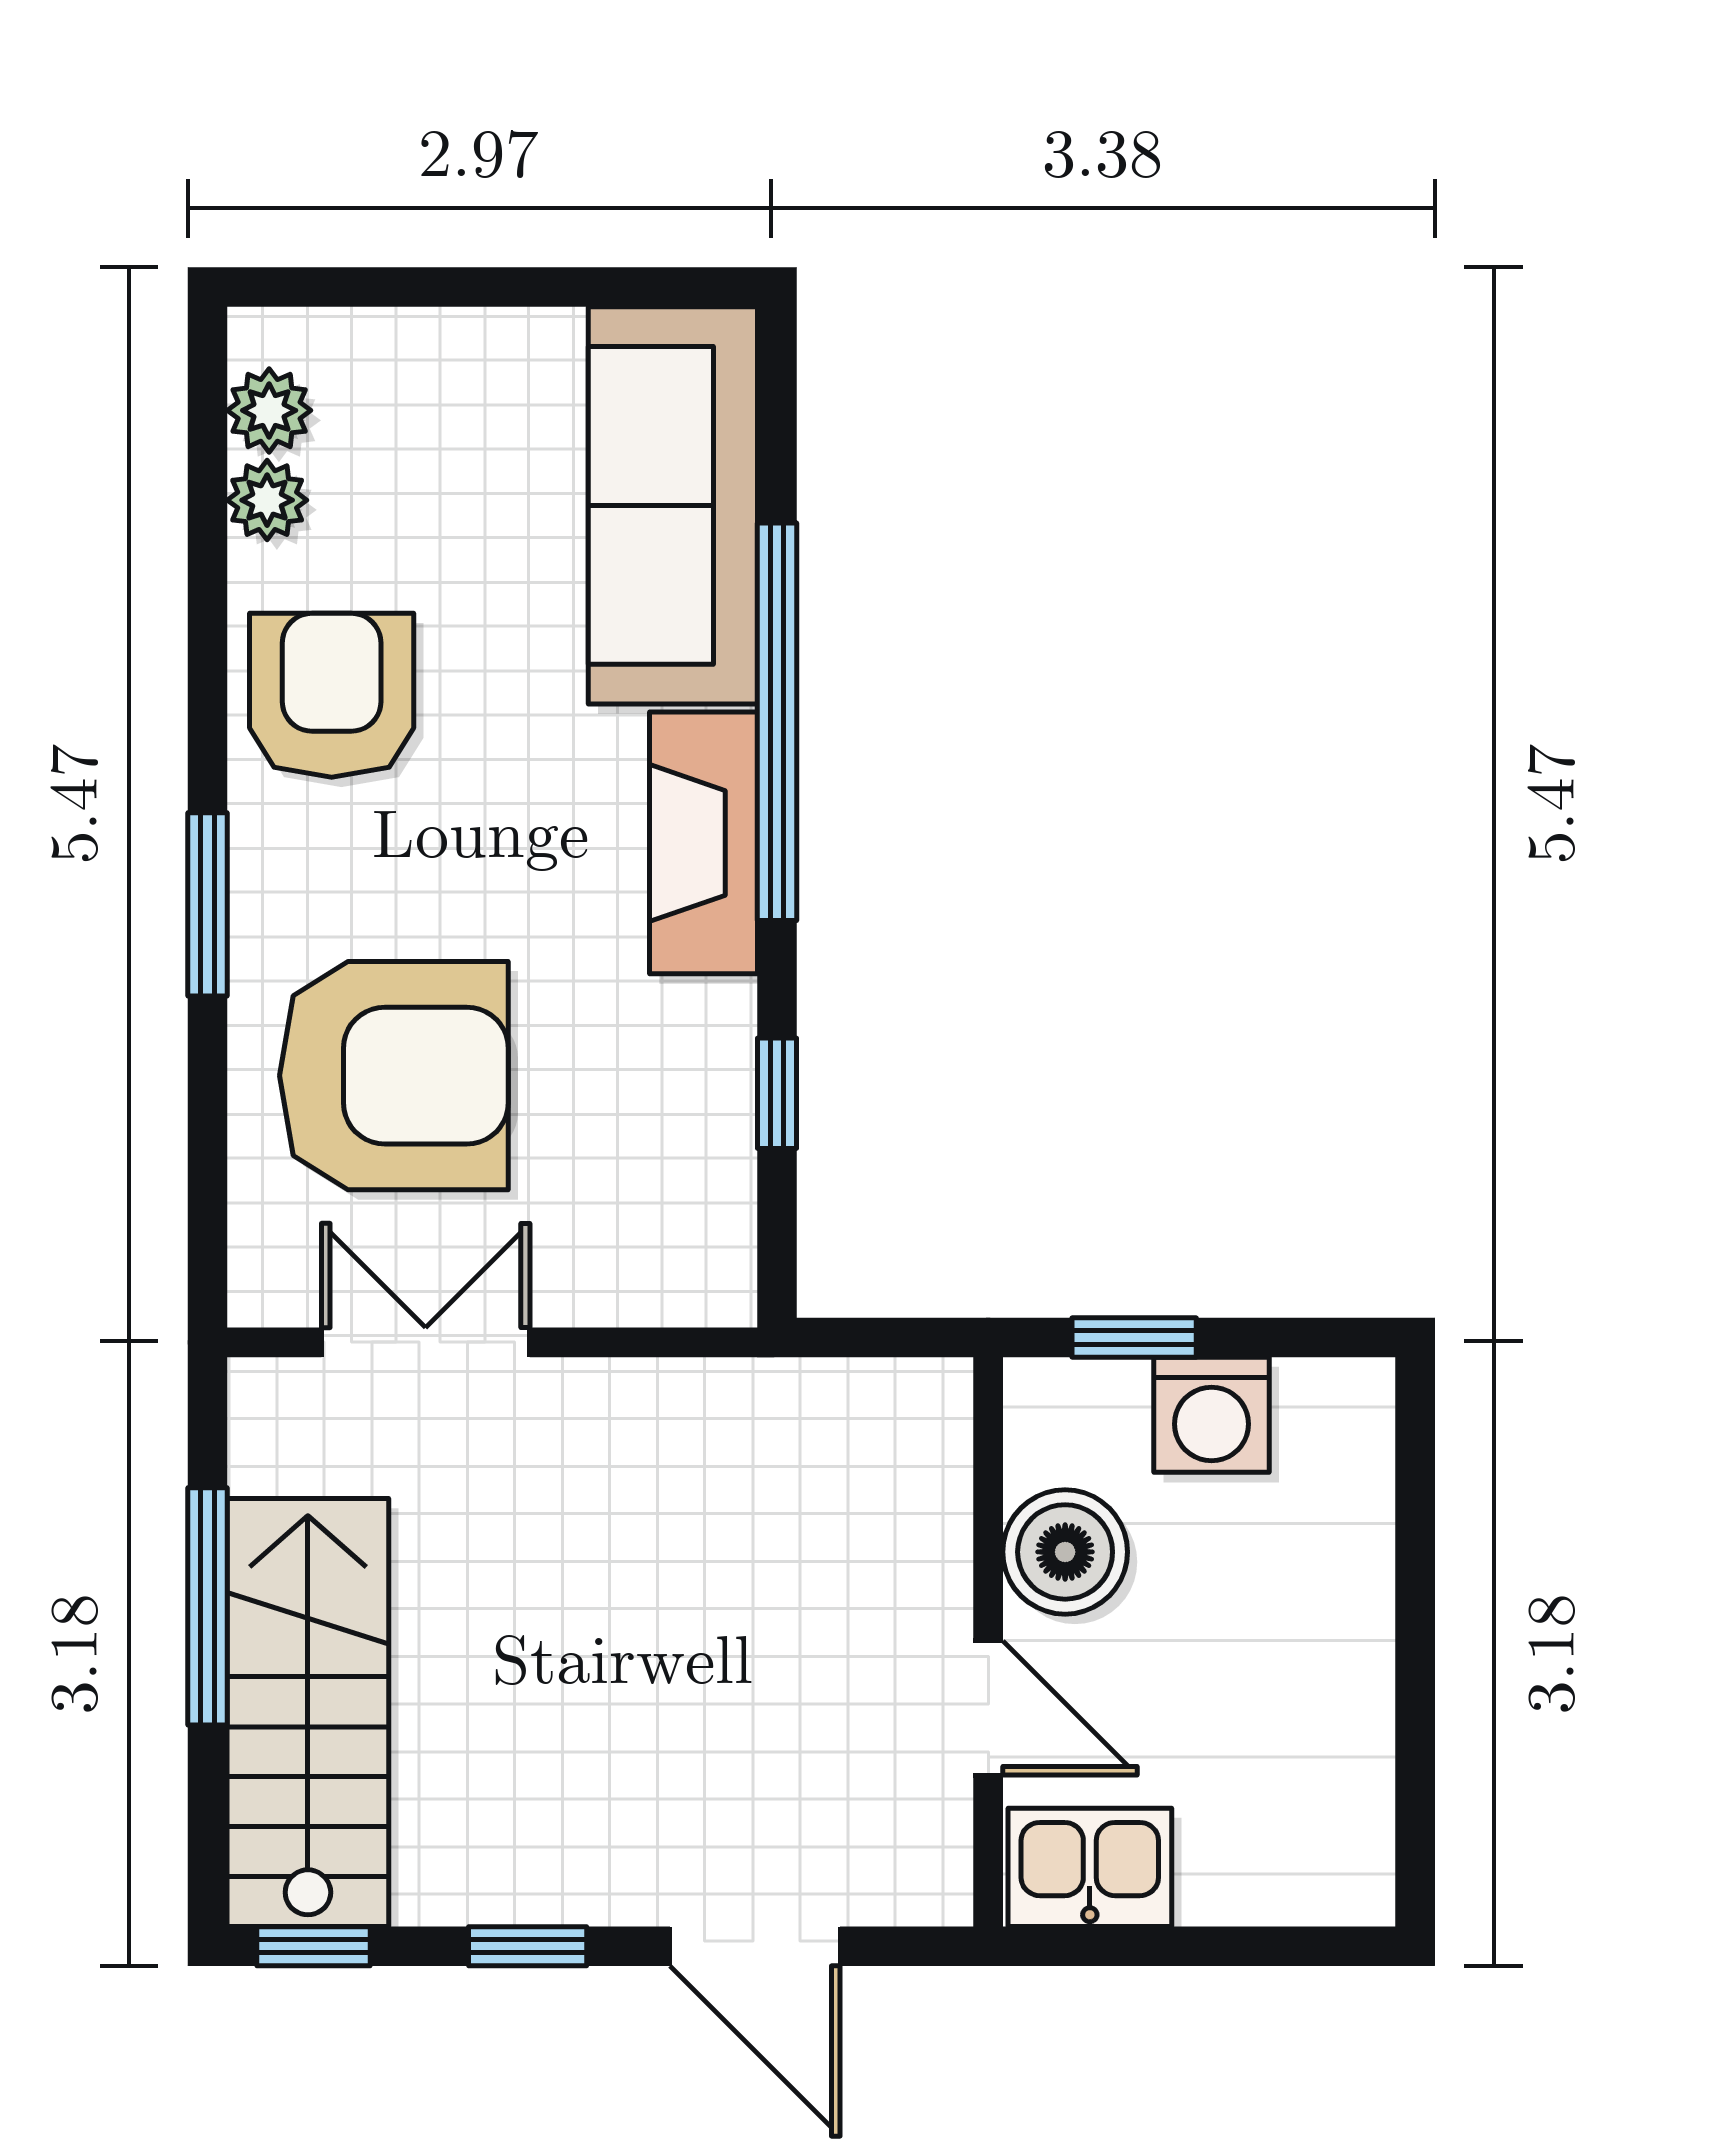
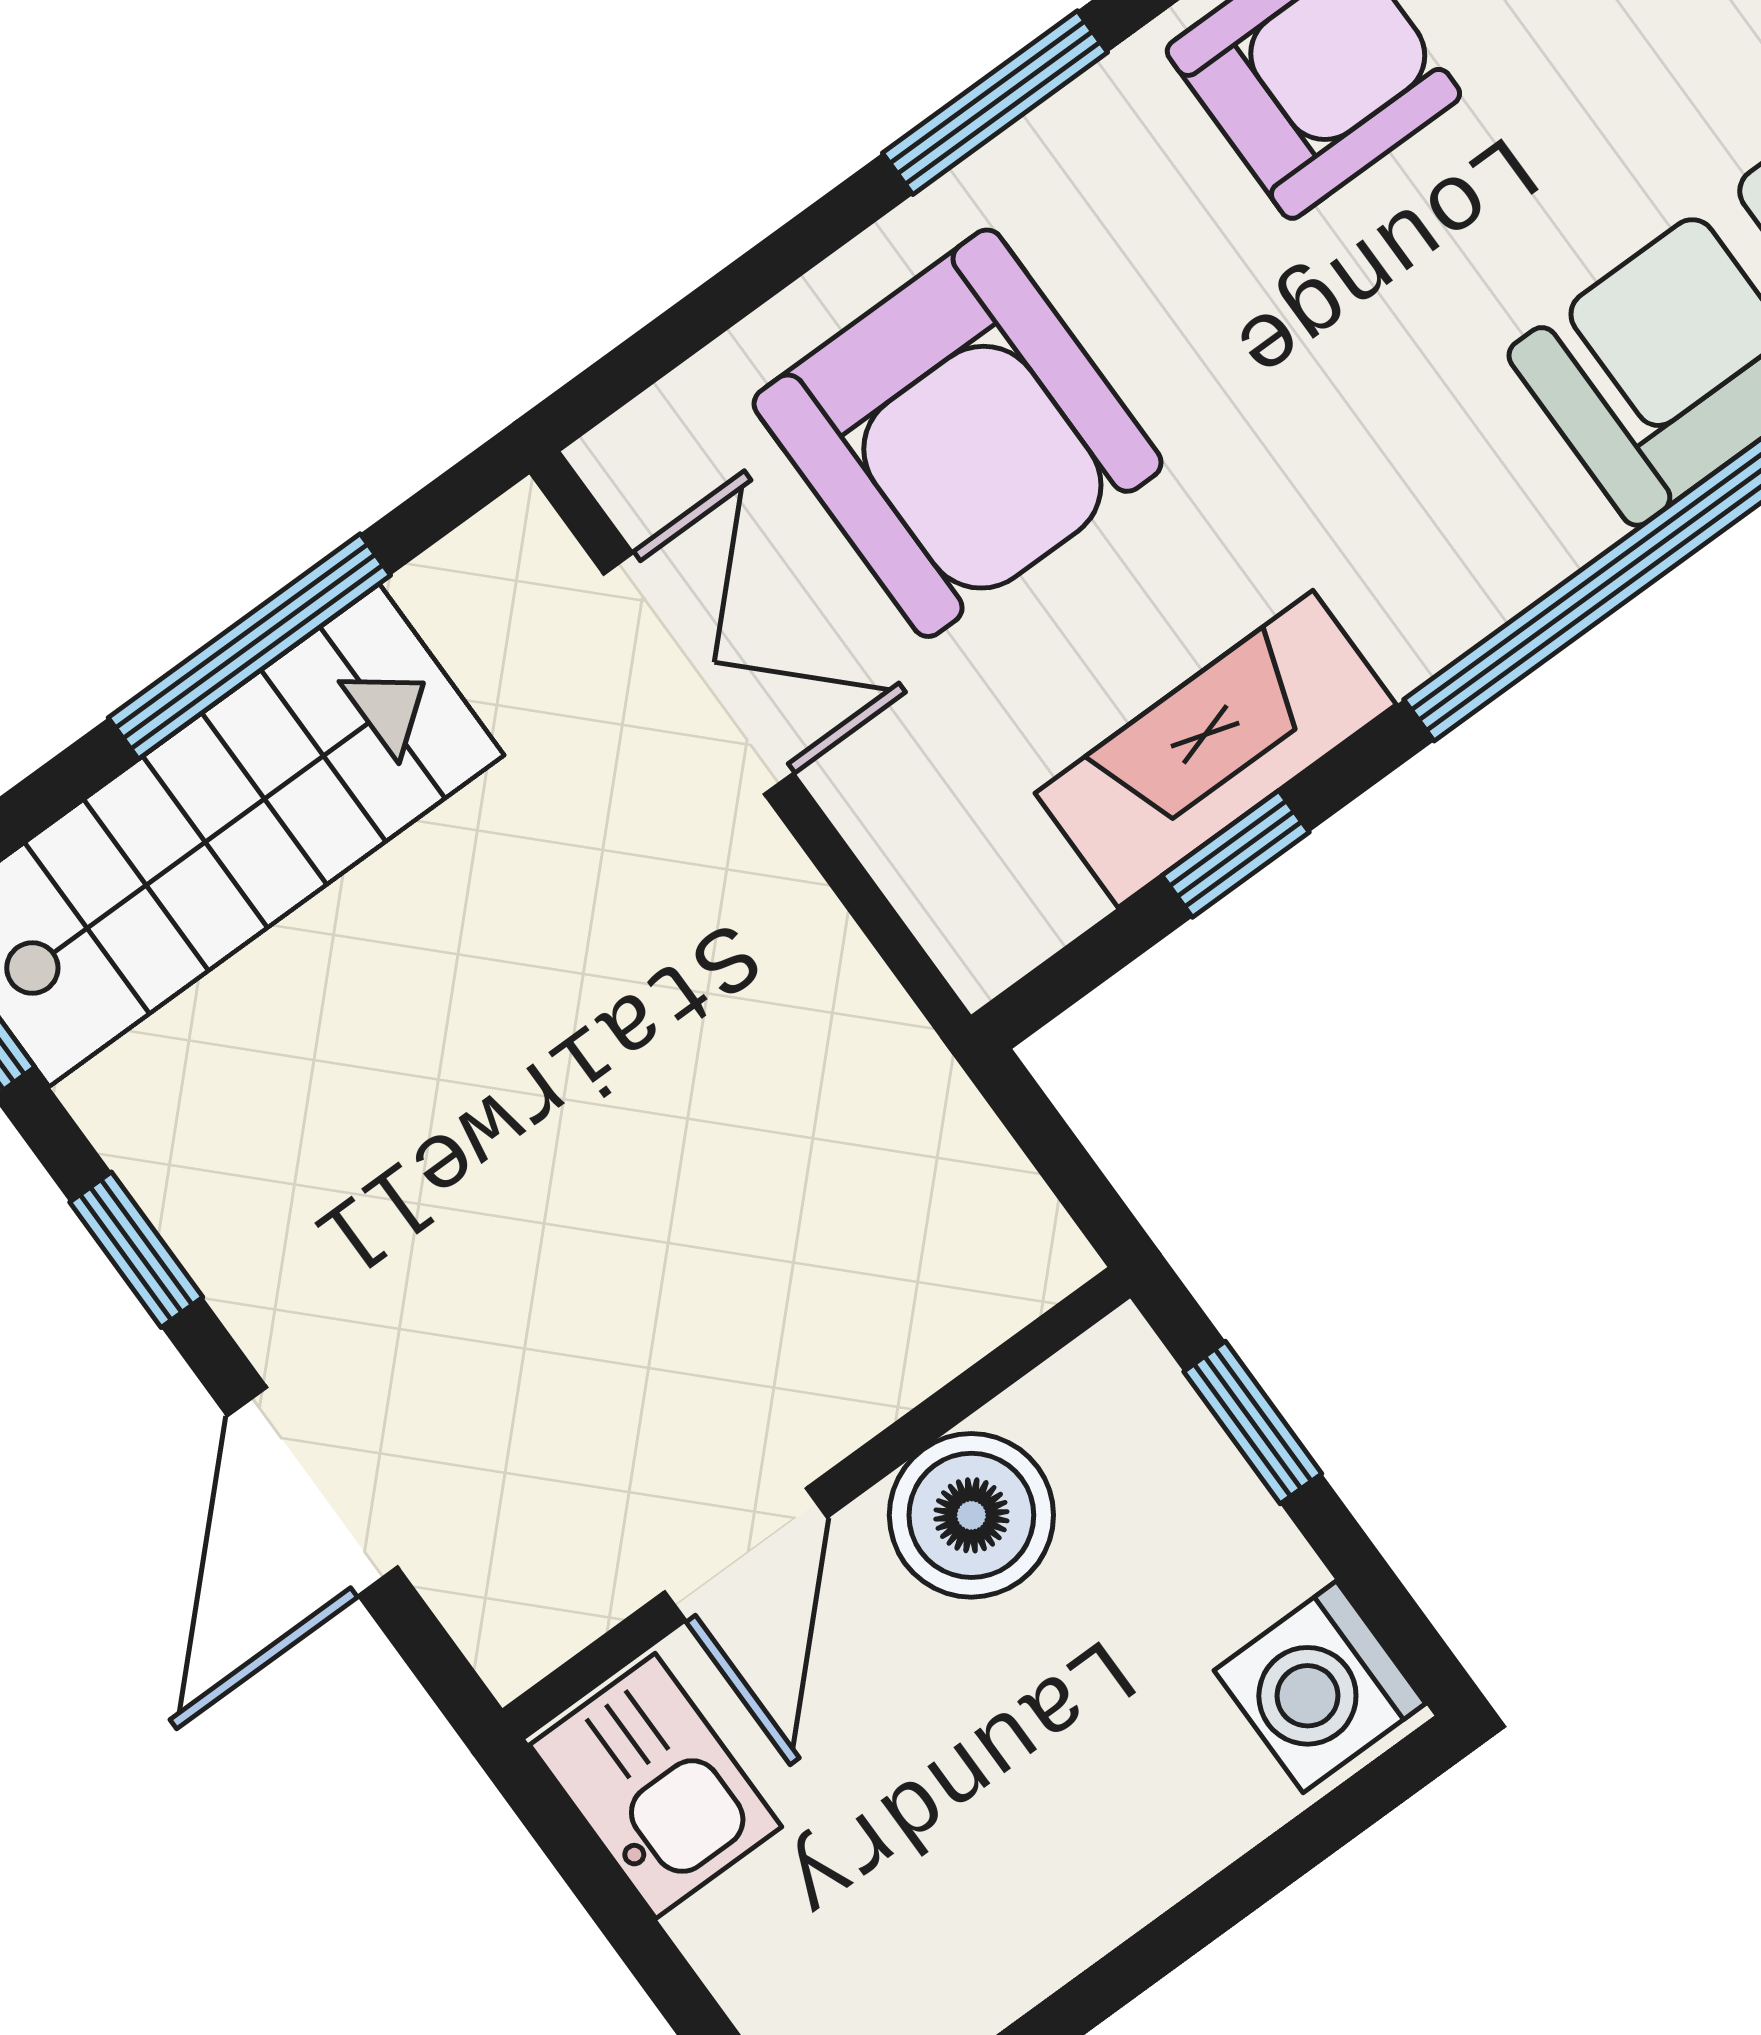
fireplace: (703, 843) -> (1216, 749), moved
washing machine: (1212, 1415) -> (1320, 1687), moved

